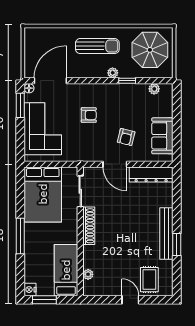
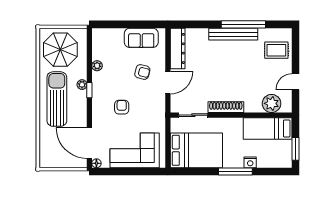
sun lounger: (97, 46) -> (57, 99), width x1.36, depth x1.34
window: (127, 81) -> (89, 90), moved
plant: (154, 89) -> (97, 66), moved
window: (20, 105) -> (113, 172), removed
window: (177, 244) -> (243, 24), width x2.11
plant: (88, 274) -> (272, 103), width x1.87, depth x1.87
nightstand: (30, 290) -> (250, 162), moved
door: (130, 300) -> (295, 82), moved

